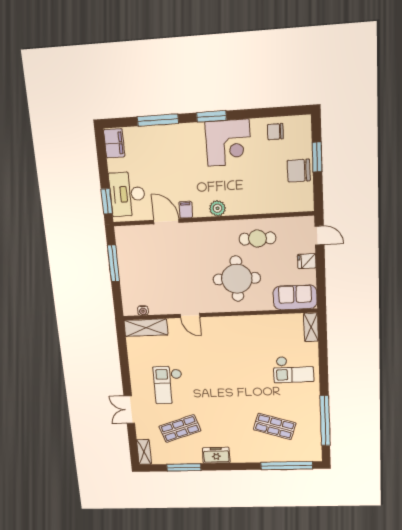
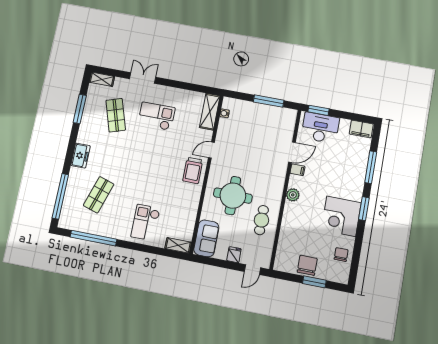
trolley: (220, 331) -> (193, 171), added
freezer: (216, 455) -> (81, 156), moved

